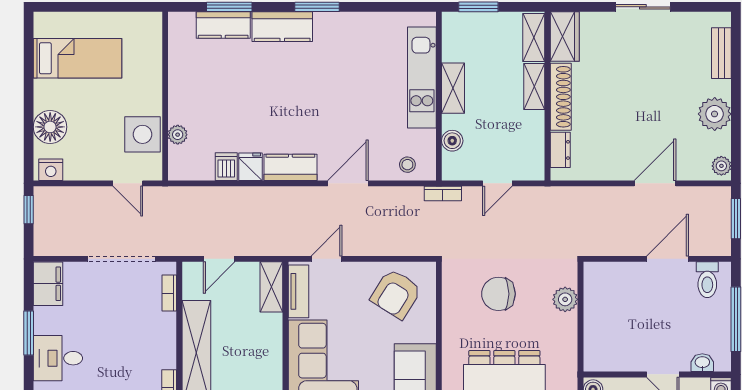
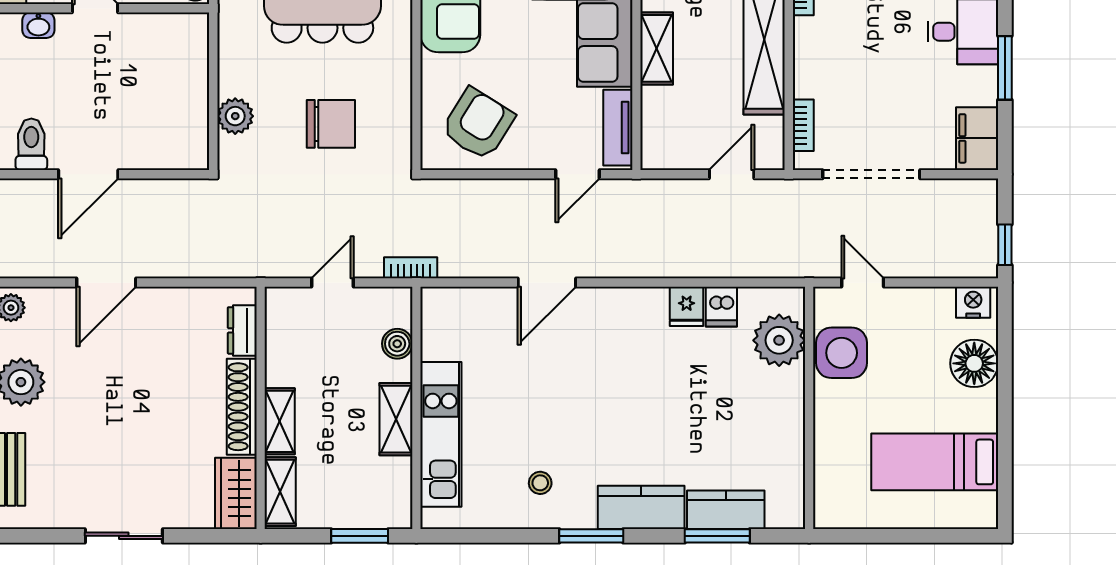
plant: (178, 135) -> (779, 340), width x1.88, depth x1.88
stool: (407, 165) -> (540, 483), moved
kitchen counter: (290, 167) -> (629, 306), removed
shelving: (271, 287) -> (657, 48), moved

